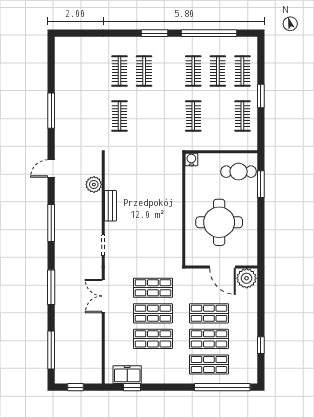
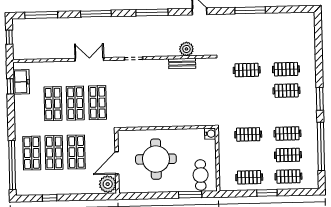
bench: (110, 206) -> (182, 64), moved

